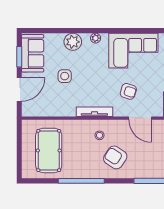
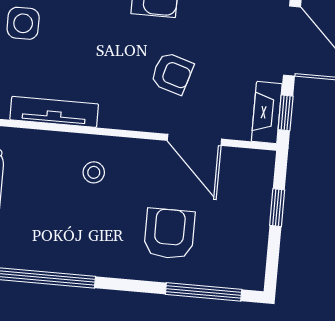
tv unit: (94, 112) -> (54, 112), moved
armchair: (115, 157) -> (169, 234), moved, turned 57

